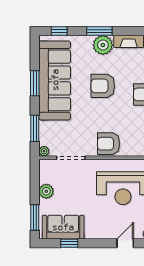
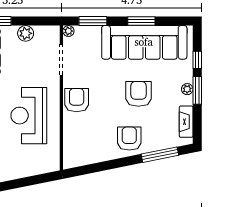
window: (59, 31) -> (197, 60), moved
plant: (103, 45) -> (187, 89), width x0.53, depth x0.53

